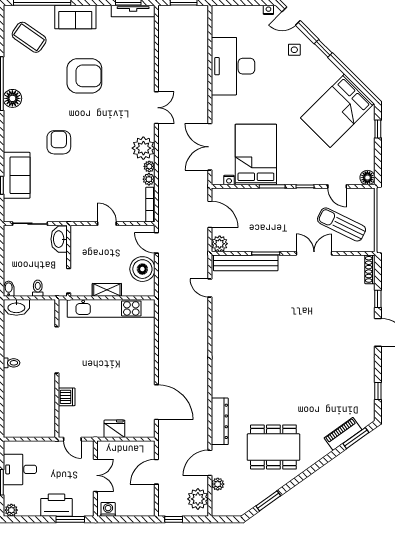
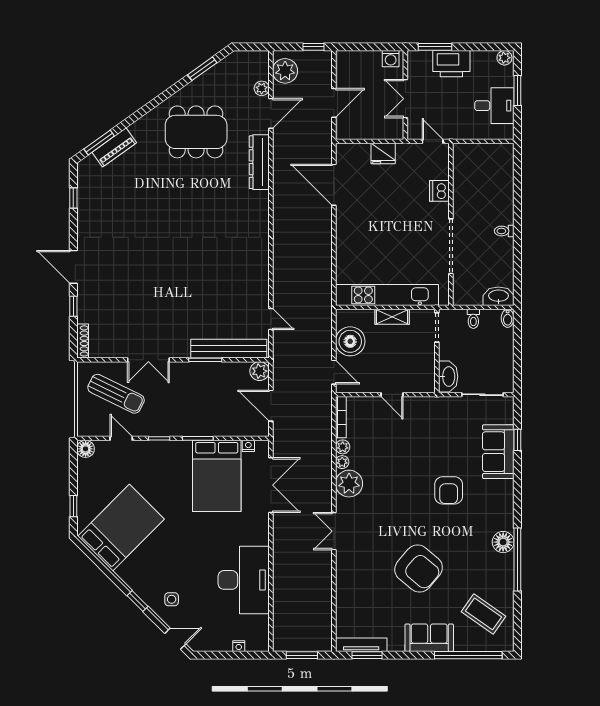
nightstand: (268, 10) -> (239, 646), moved
armchair: (84, 76) -> (419, 569), turned -140

